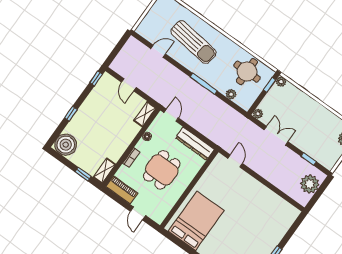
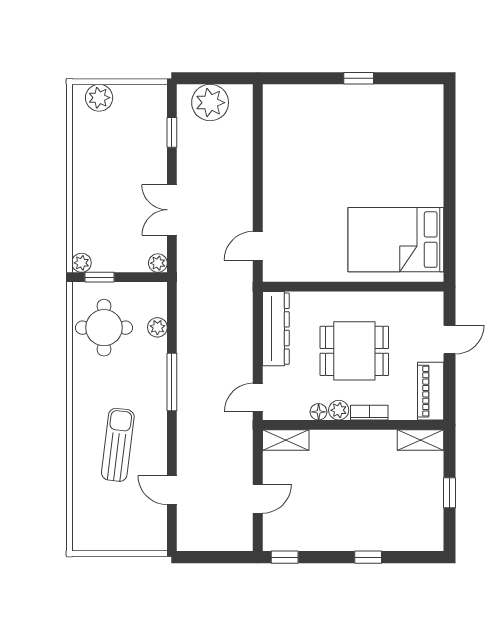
sun lounger: (194, 42) -> (118, 445), width x0.73, depth x0.75
boiler: (66, 145) -> (423, 530), removed
plant: (142, 145) -> (339, 410), added
window: (83, 174) -> (450, 493), moved

